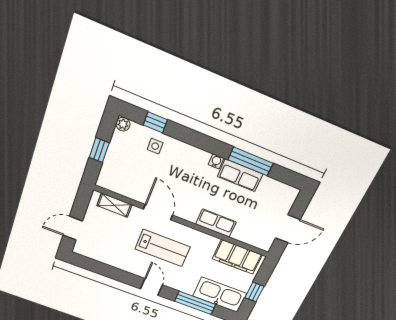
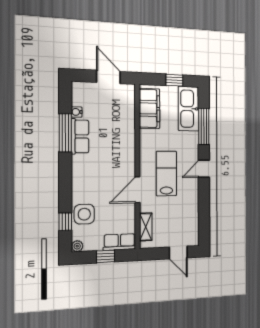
side table: (155, 146) -> (84, 214), width x1.87, depth x1.87
water cooler: (216, 161) -> (77, 112), moved
row of seats: (216, 223) -> (119, 242), moved, turned 90

